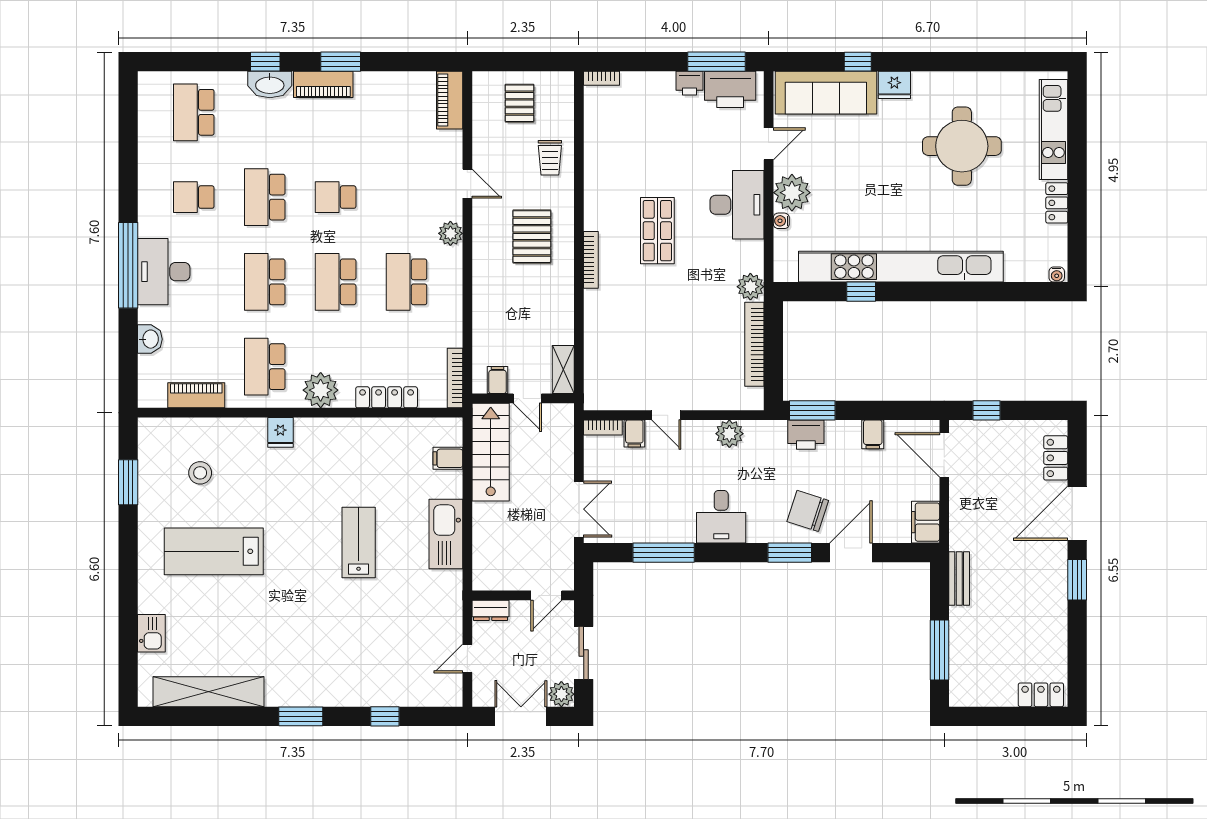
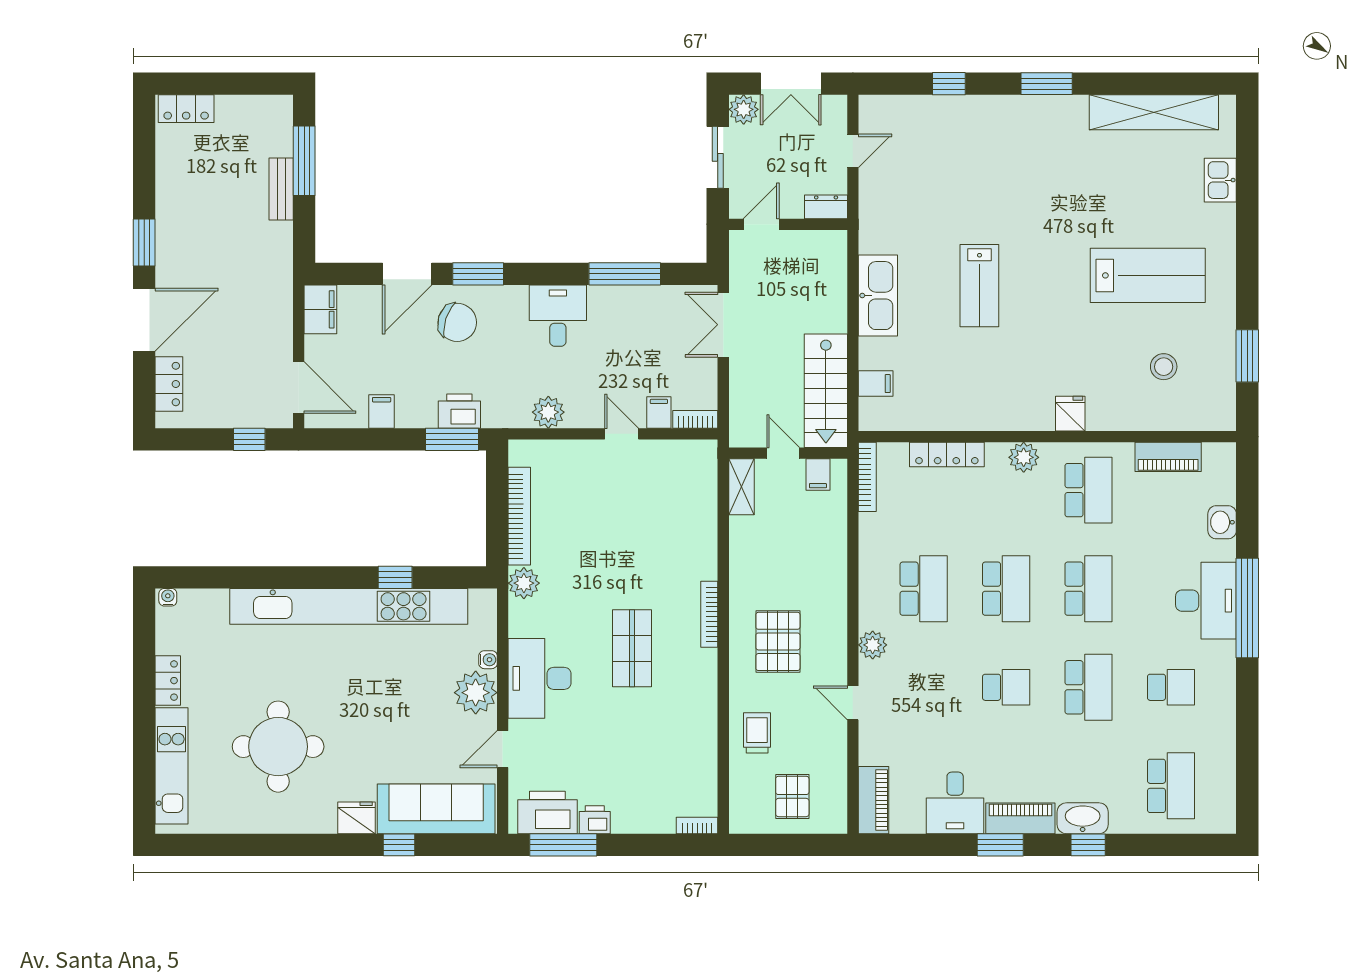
desk: (380, 98) -> (955, 803), added
plant: (321, 390) -> (1024, 457), width x0.73, depth x0.73
bench: (959, 578) -> (281, 189), moved

